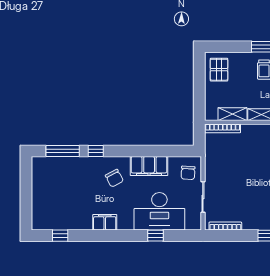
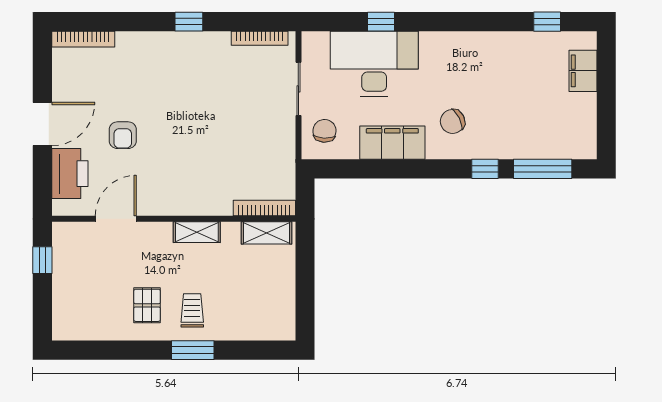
pallet: (219, 70) -> (271, 310), removed
shelving: (232, 114) -> (266, 233), moved
chair: (114, 178) -> (453, 121), turned -89
filing cabinet: (105, 222) -> (583, 71), moved, turned 90

